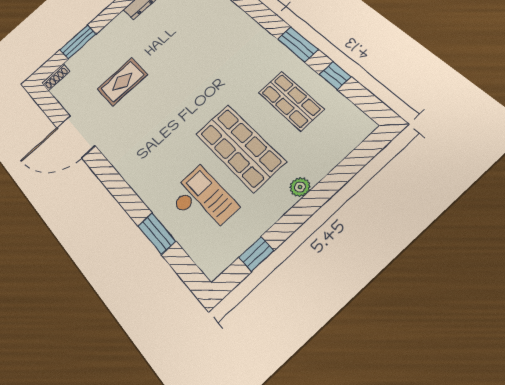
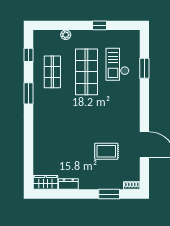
window: (335, 76) -> (29, 55), moved
plant: (300, 187) -> (66, 35), moved
window: (256, 254) -> (99, 25), moved

